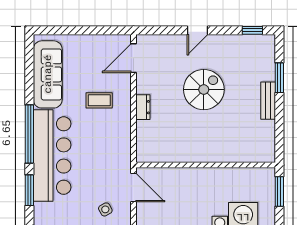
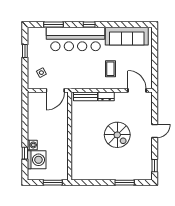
door: (198, 30) -> (155, 131), swing flipped
bench: (268, 101) -> (86, 96), moved
window: (29, 134) -> (89, 25), width x0.32

